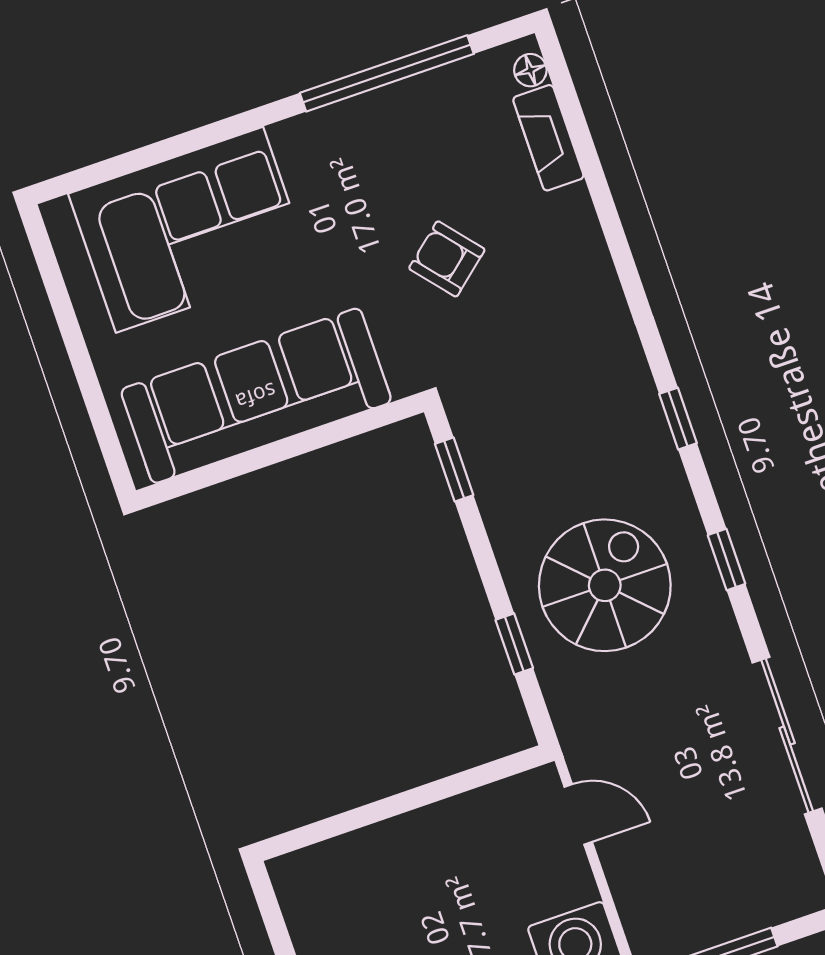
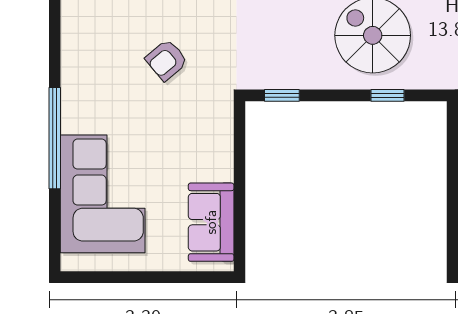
window: (387, 73) -> (55, 138), moved
sofa: (256, 396) -> (211, 222), width x0.54, depth x0.79

